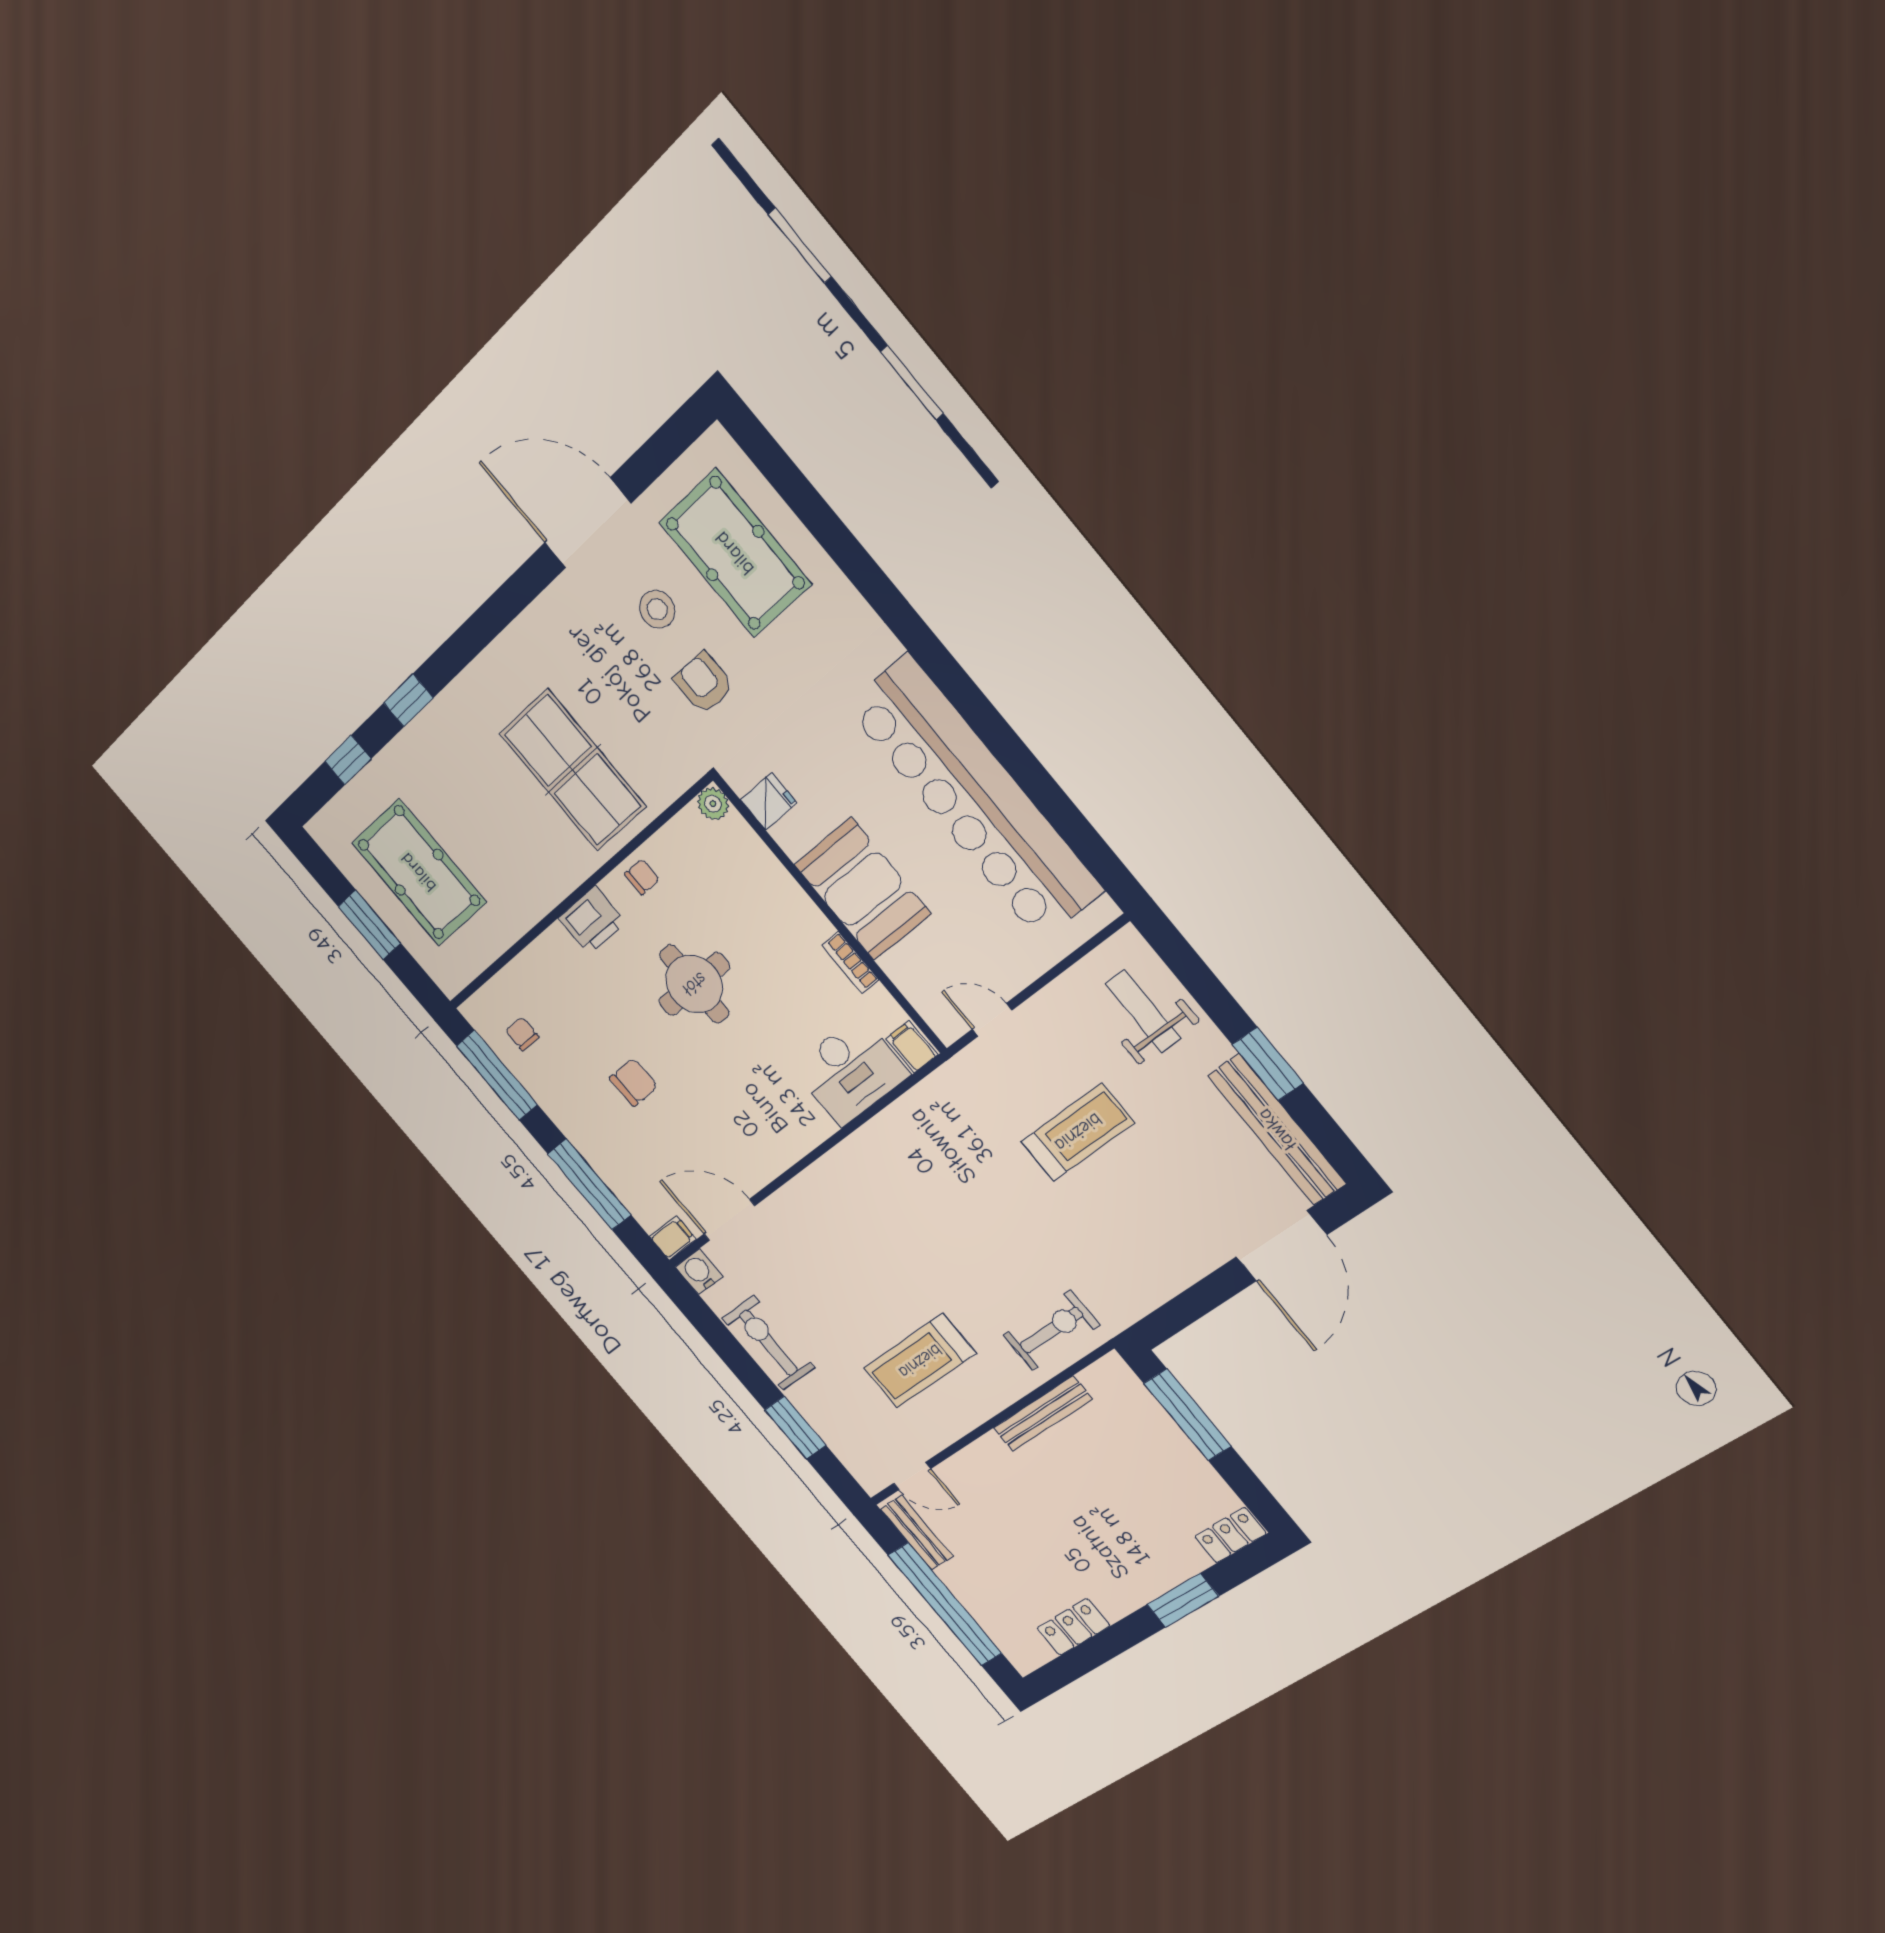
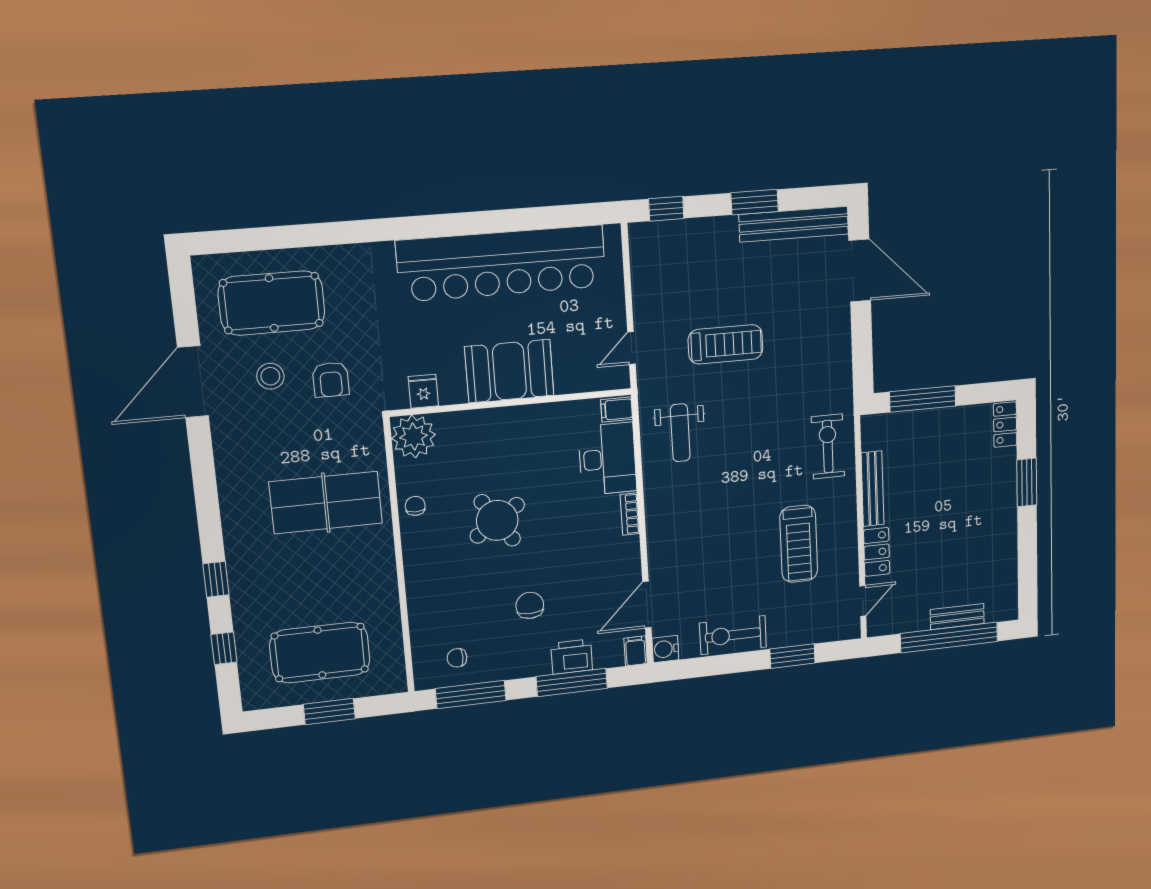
armchair: (704, 683) -> (331, 380), turned -90
plant: (713, 804) -> (414, 437), width x1.88, depth x1.88
printer: (592, 920) -> (572, 657), moved, turned -90
window: (1181, 958) -> (666, 209), added
bookcase: (850, 963) -> (630, 514), moved, turned 90
round table: (694, 984) -> (497, 520), turned -34
weight bench: (1143, 1011) -> (680, 433), moved, turned -90
treadmill: (1078, 1132) -> (726, 344), turned 90
bench: (917, 1533) -> (957, 617), moved
locker: (1073, 1627) -> (877, 552), moved, turned 180

